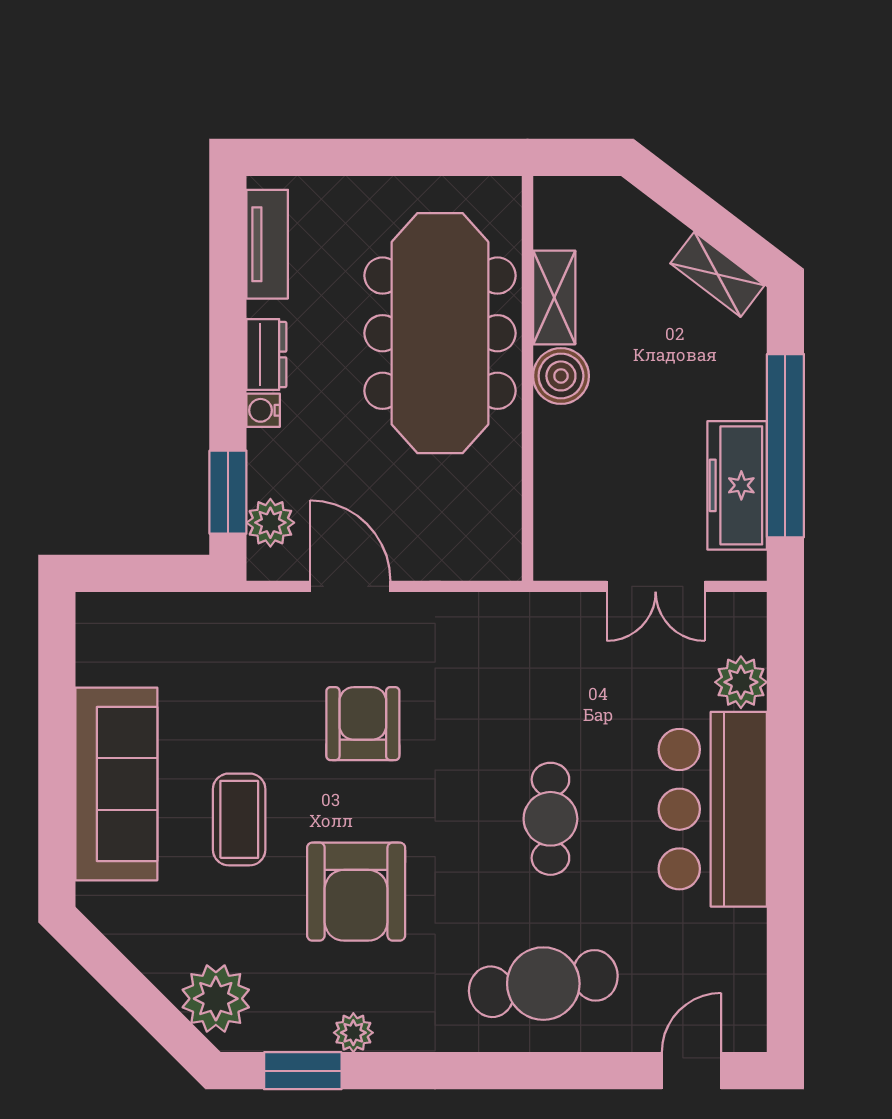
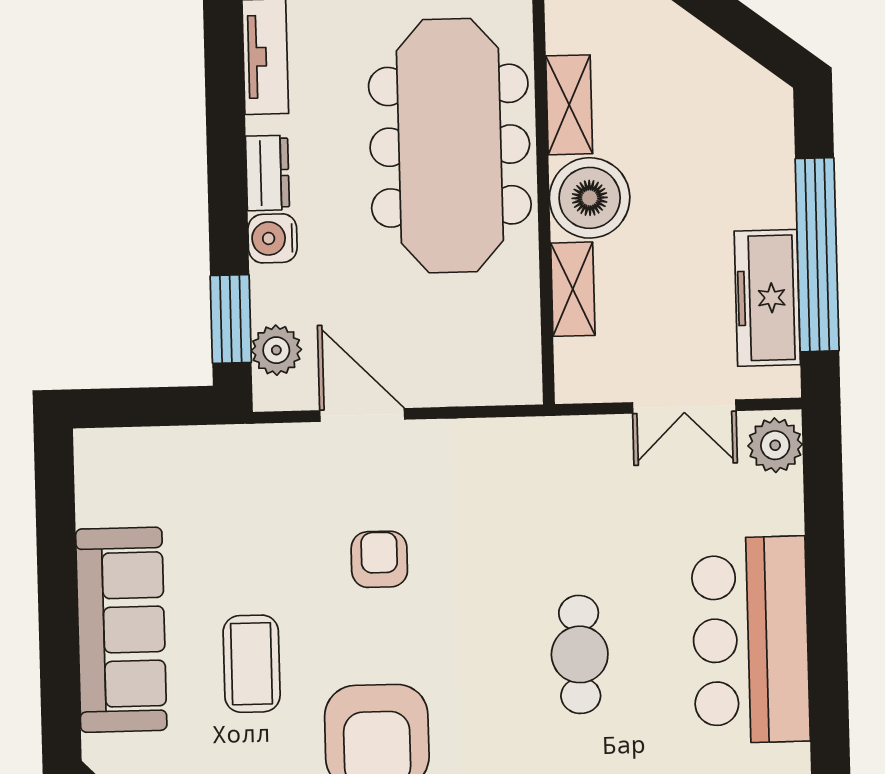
shelving: (717, 274) -> (573, 289), moved, turned 53
boiler: (561, 376) -> (590, 198), width x1.37, depth x1.37
water cooler: (263, 410) -> (272, 238), width x1.38, depth x1.38
plant: (741, 682) -> (775, 445), moved
armchair: (363, 724) -> (379, 559), width x0.72, depth x0.72

